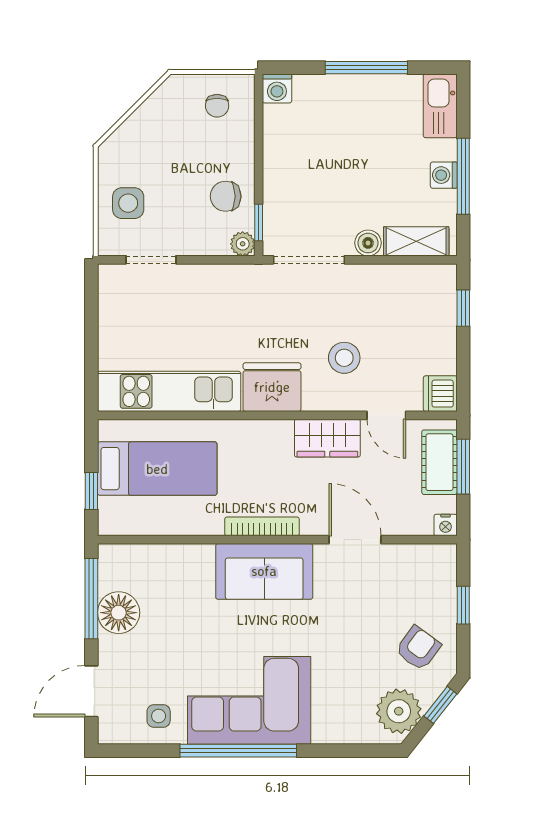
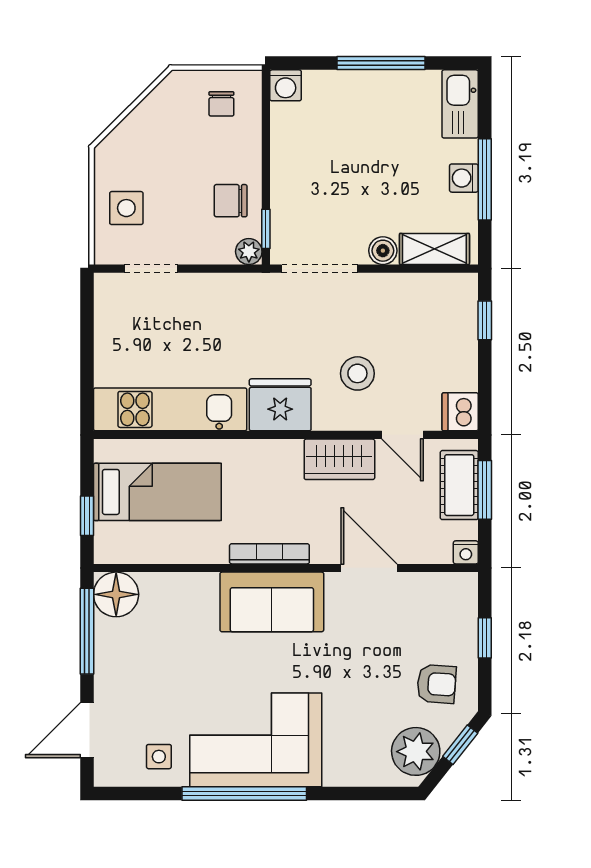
floor lamp: (119, 613) -> (116, 594), moved
armchair: (418, 648) -> (437, 684), turned 58

